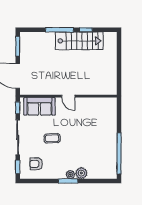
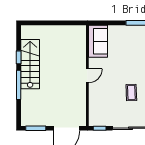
sofa: (39, 106) -> (98, 41), moved

